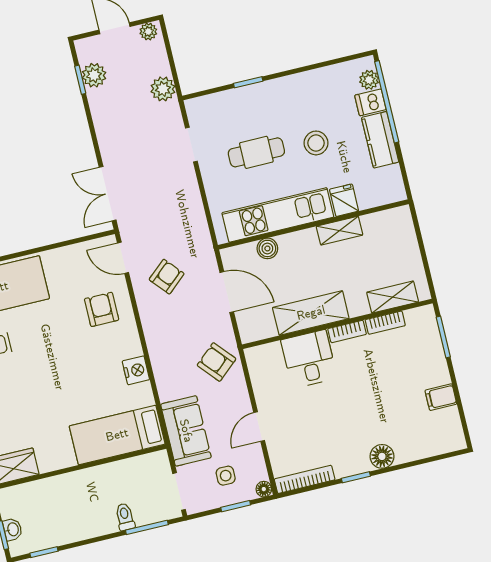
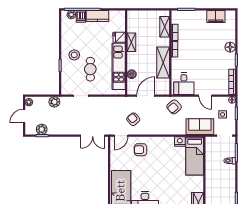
stool: (316, 143) -> (74, 55), moved
desk: (309, 359) -> (184, 84), moved, turned -90
nightstand: (136, 370) -> (180, 141), moved
filing cabinet: (441, 397) -> (216, 17), width x2.00

